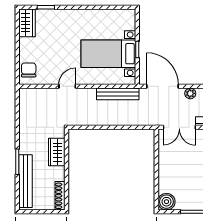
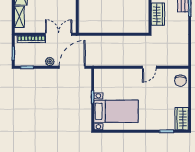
bed with nightstands: (108, 54) -> (116, 111), moved
door: (163, 86) -> (72, 67), swing flipped
bench: (118, 94) -> (108, 61), removed

